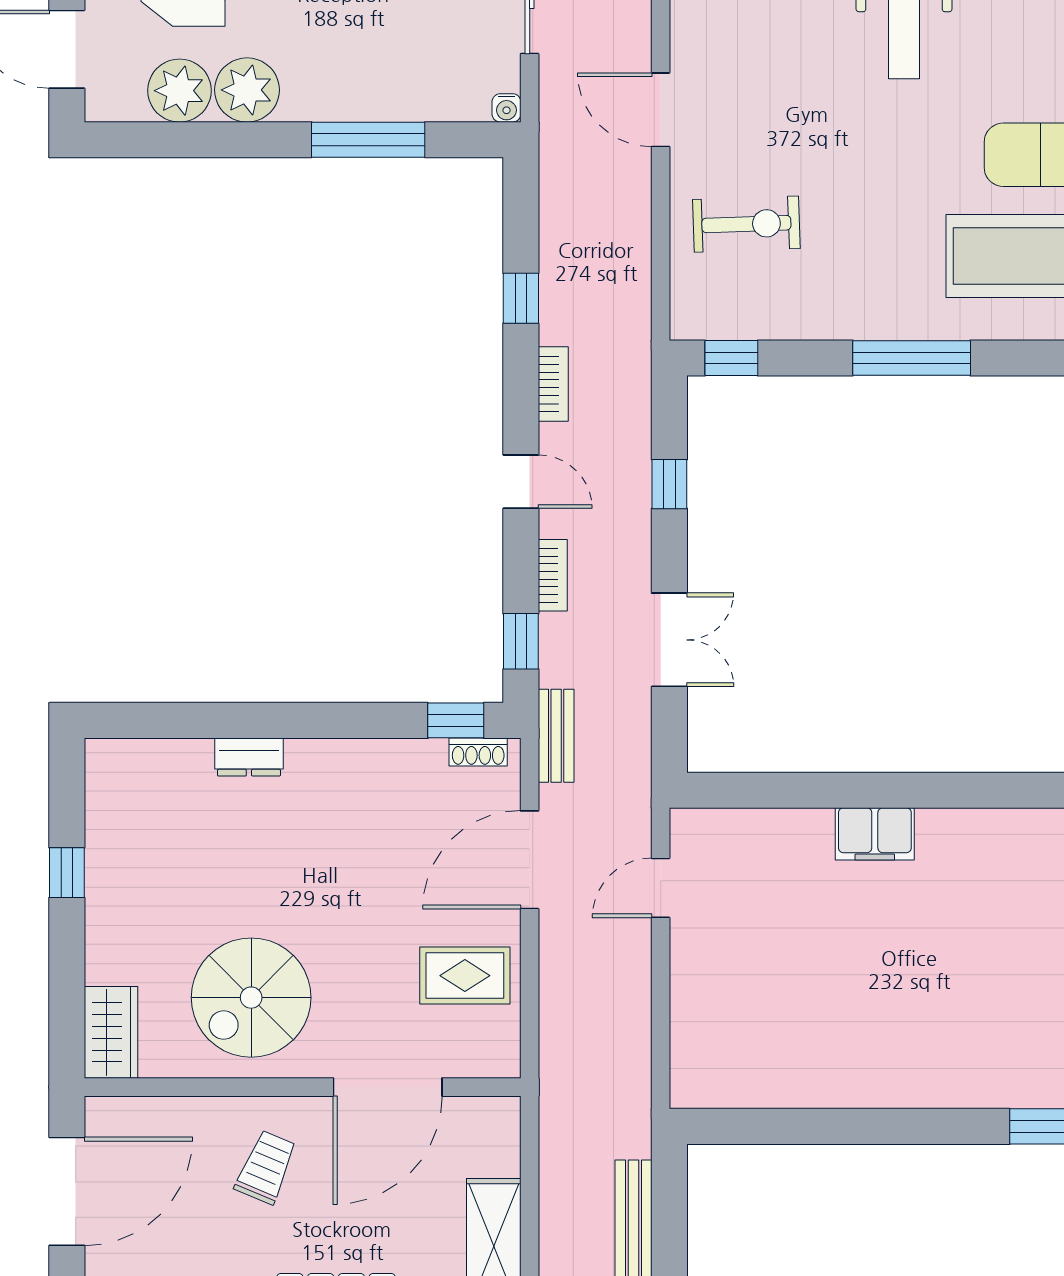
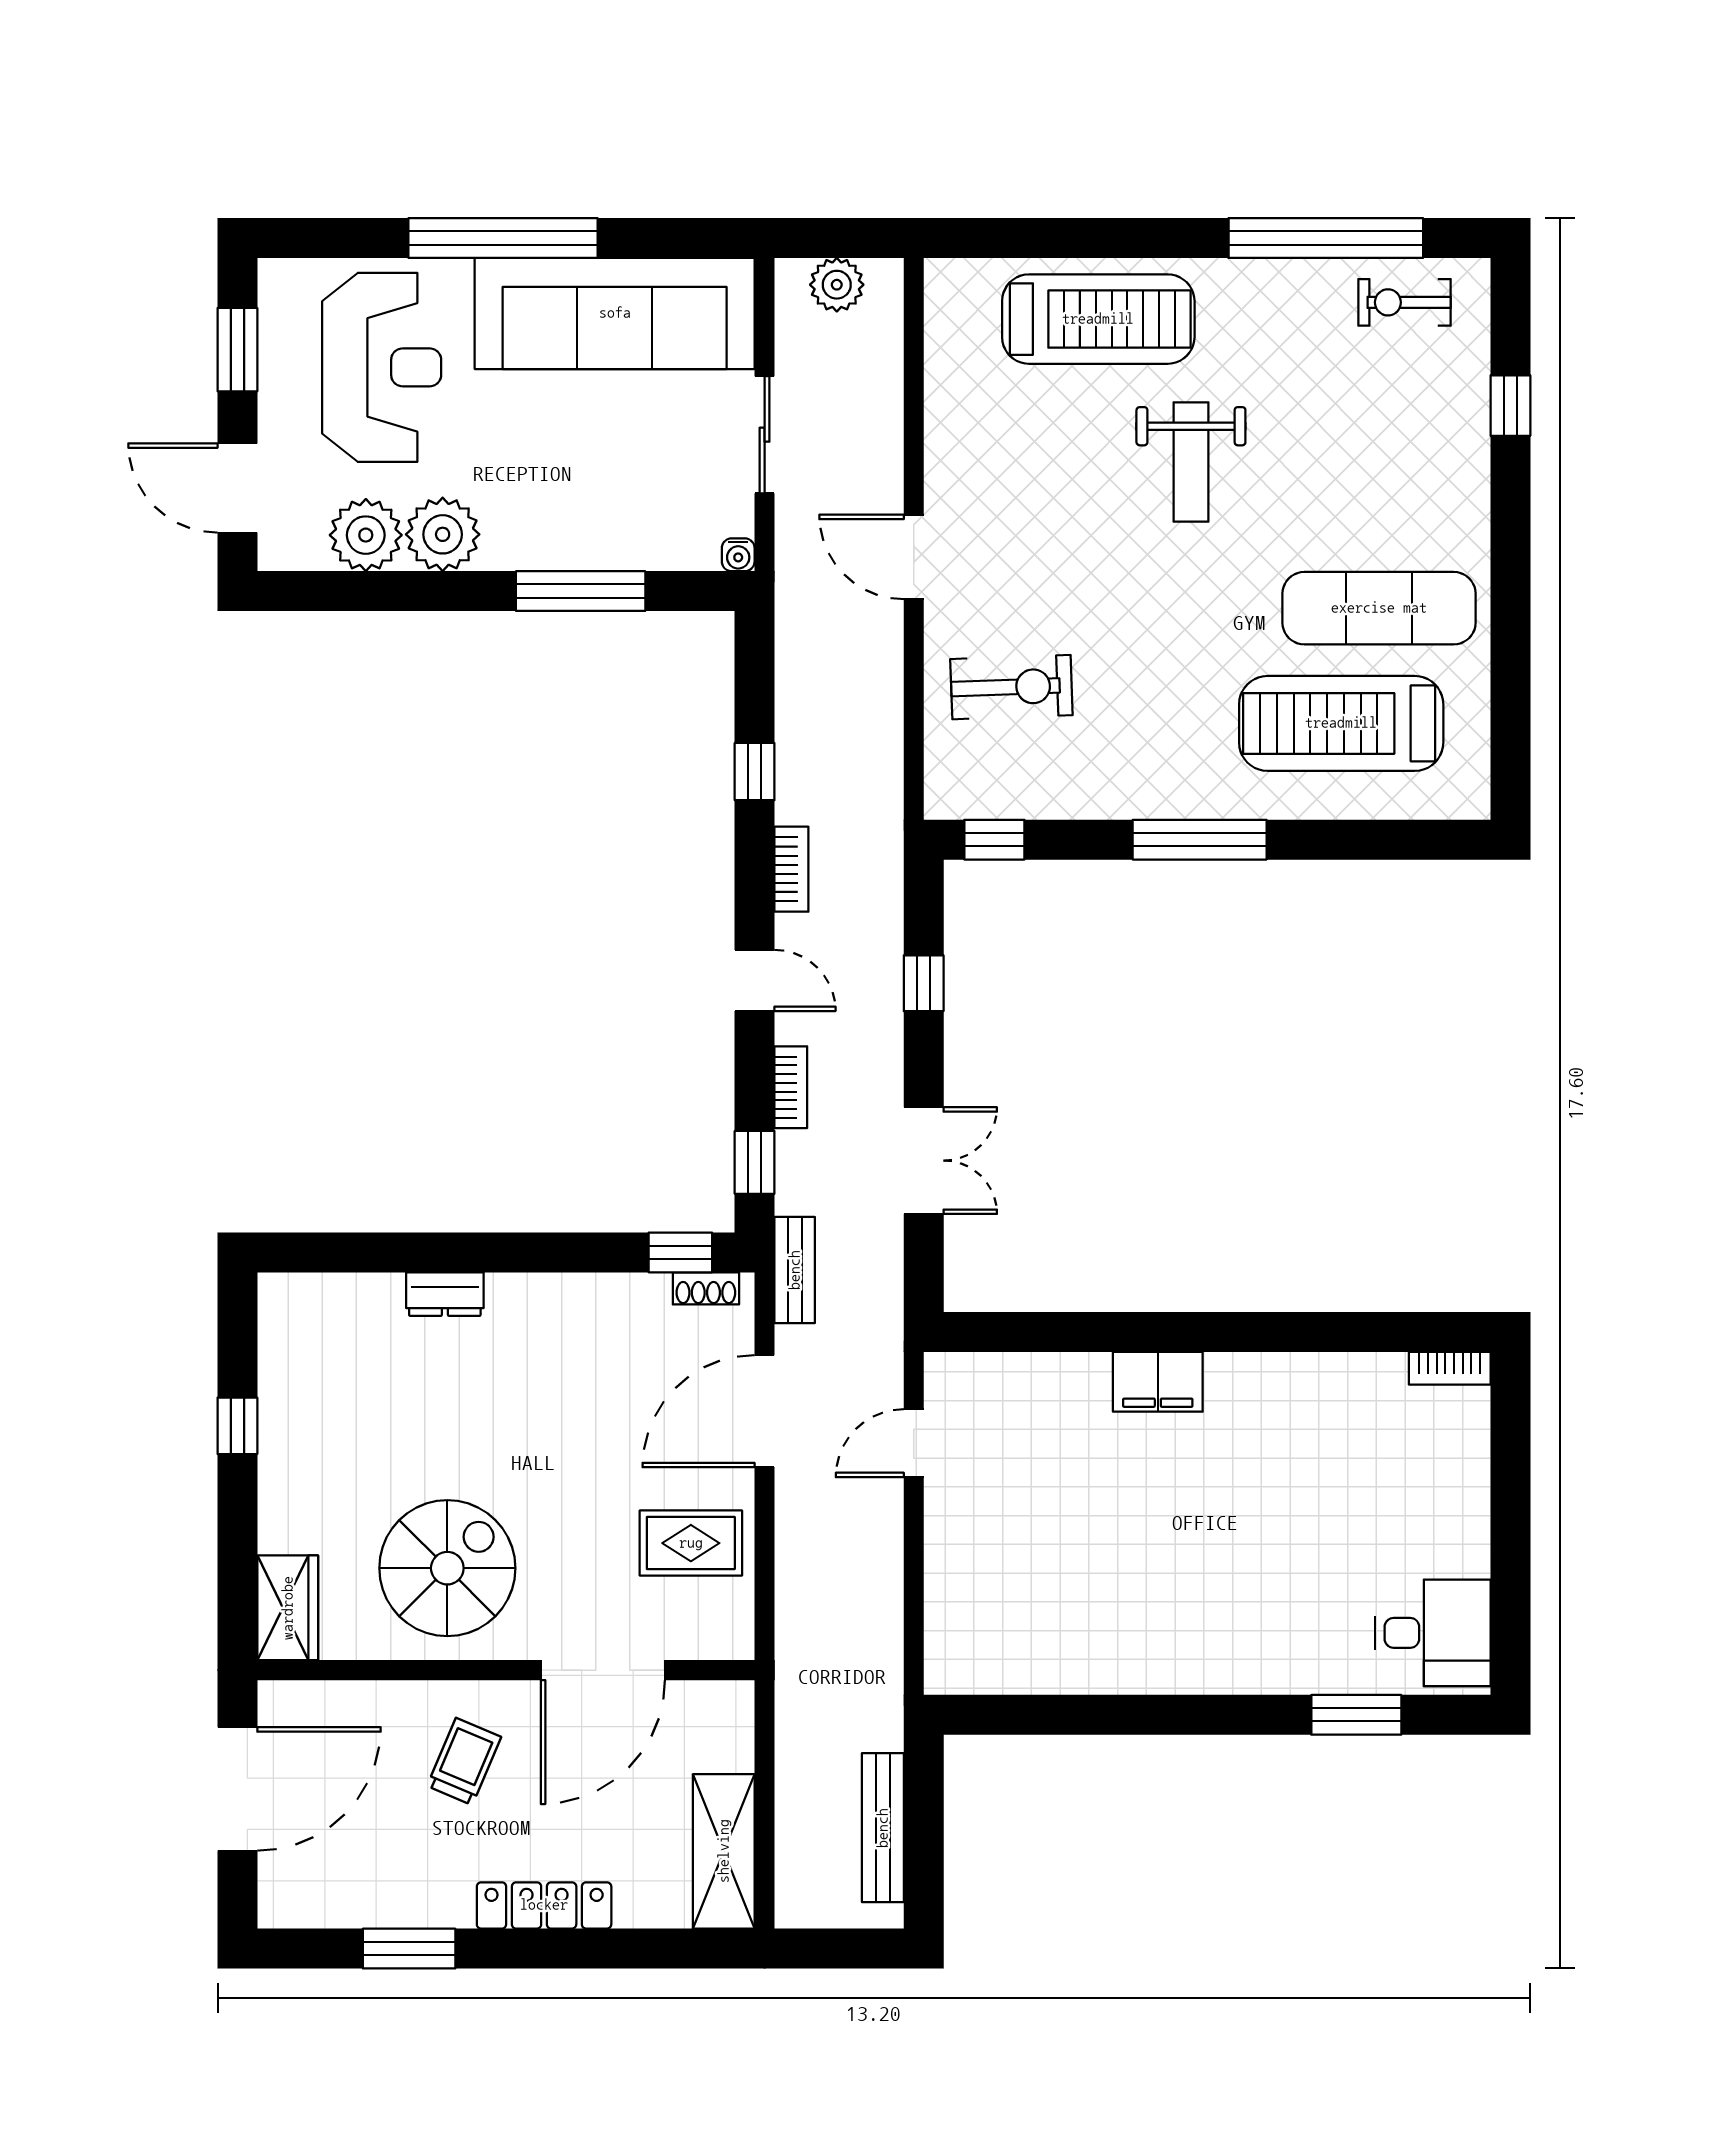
spiral stairs: (251, 998) -> (447, 1568), turned 180

